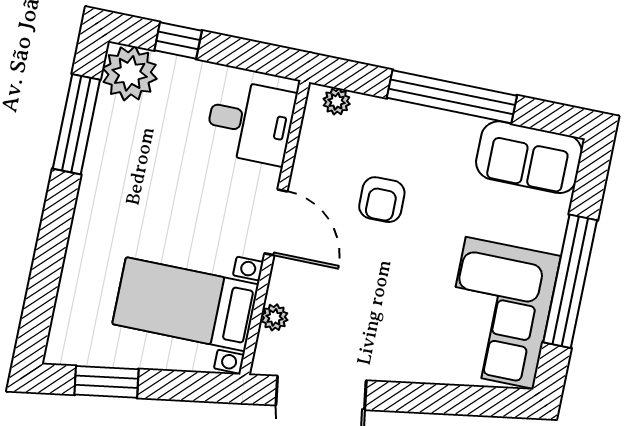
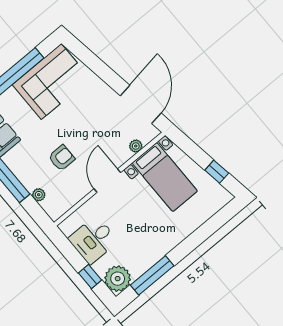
plant: (337, 101) -> (39, 195), moved
desk: (250, 122) -> (93, 240), moved, turned -90
window: (106, 382) -> (217, 172), width x0.67

